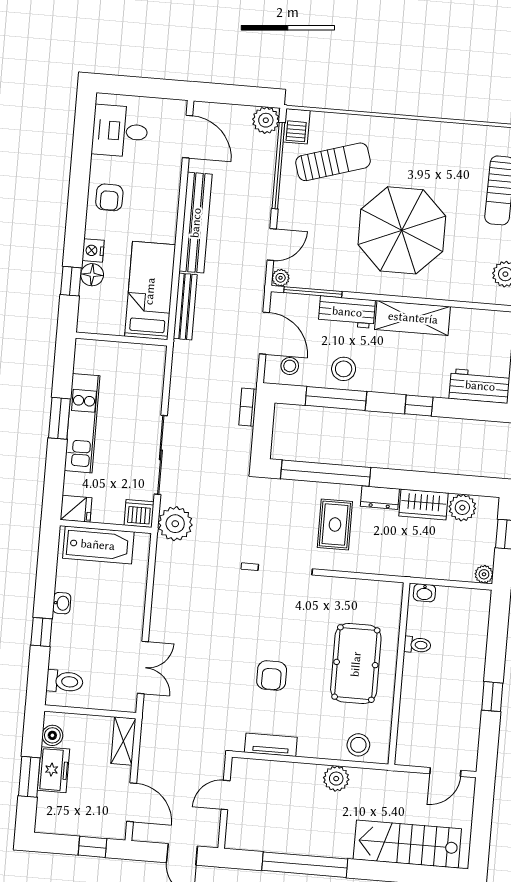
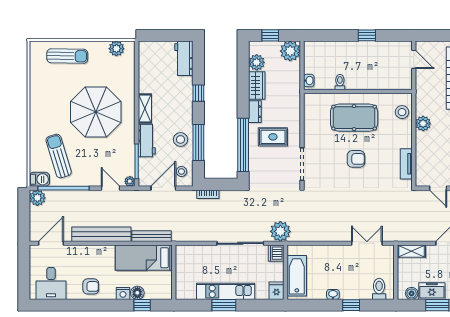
shelving: (413, 318) -> (145, 109), width x0.67, depth x0.75
plant: (484, 574) -> (290, 51), width x1.87, depth x1.87
armchair: (272, 676) -> (356, 159), moved

